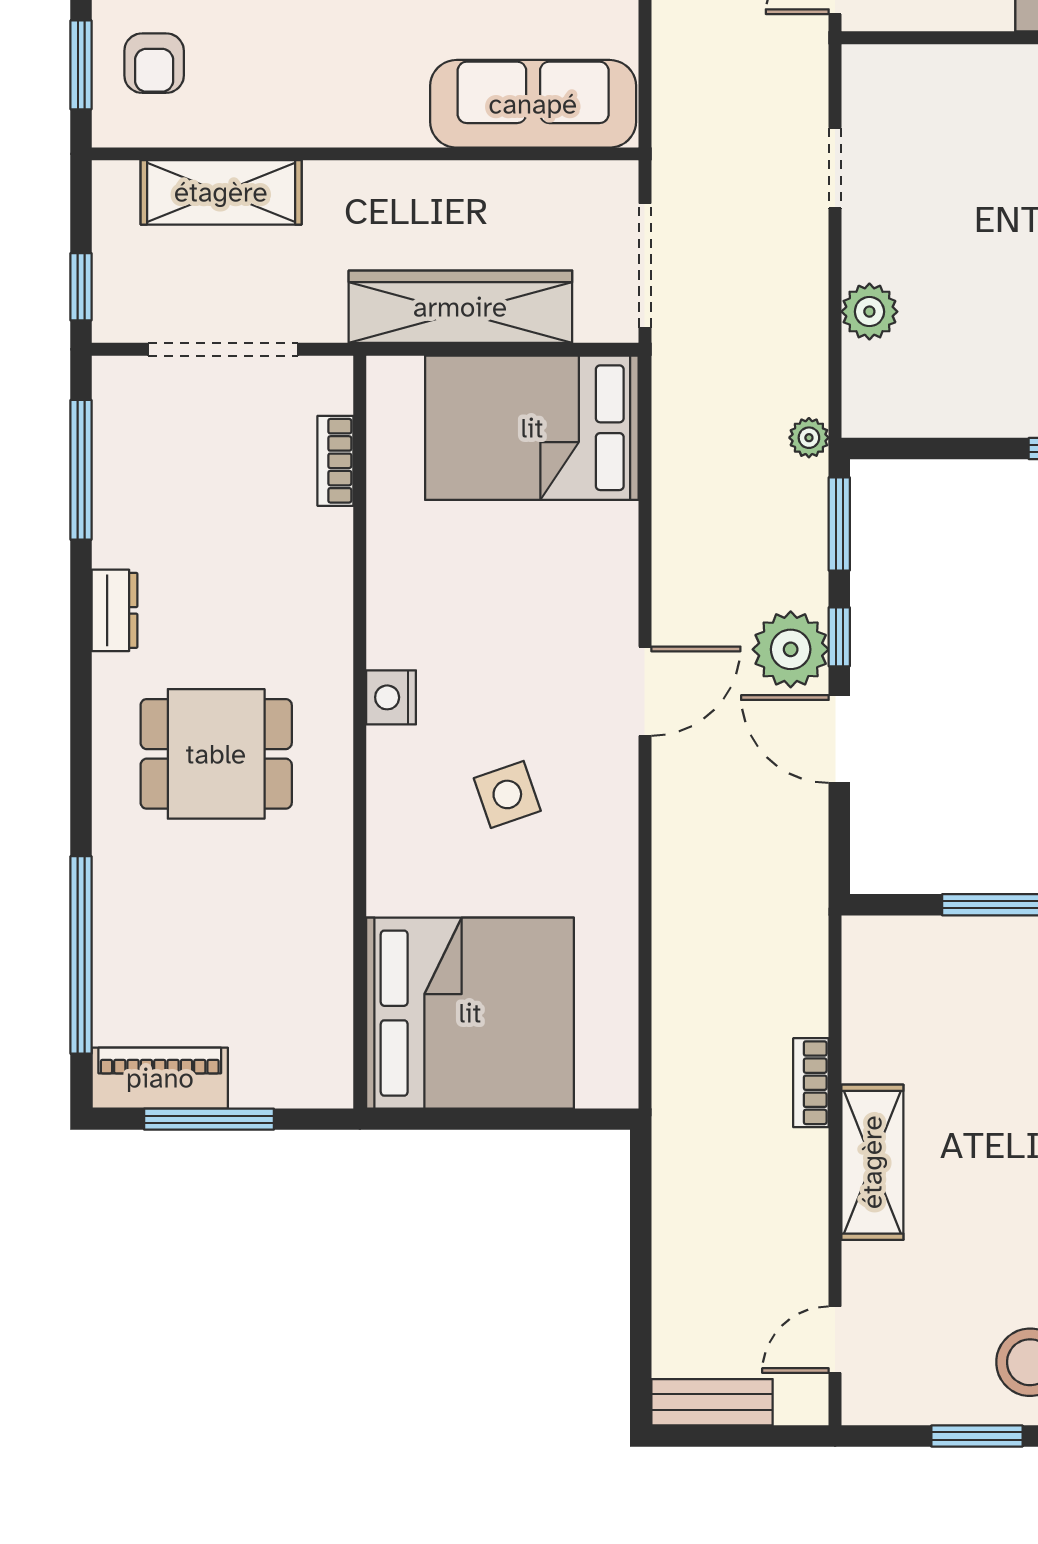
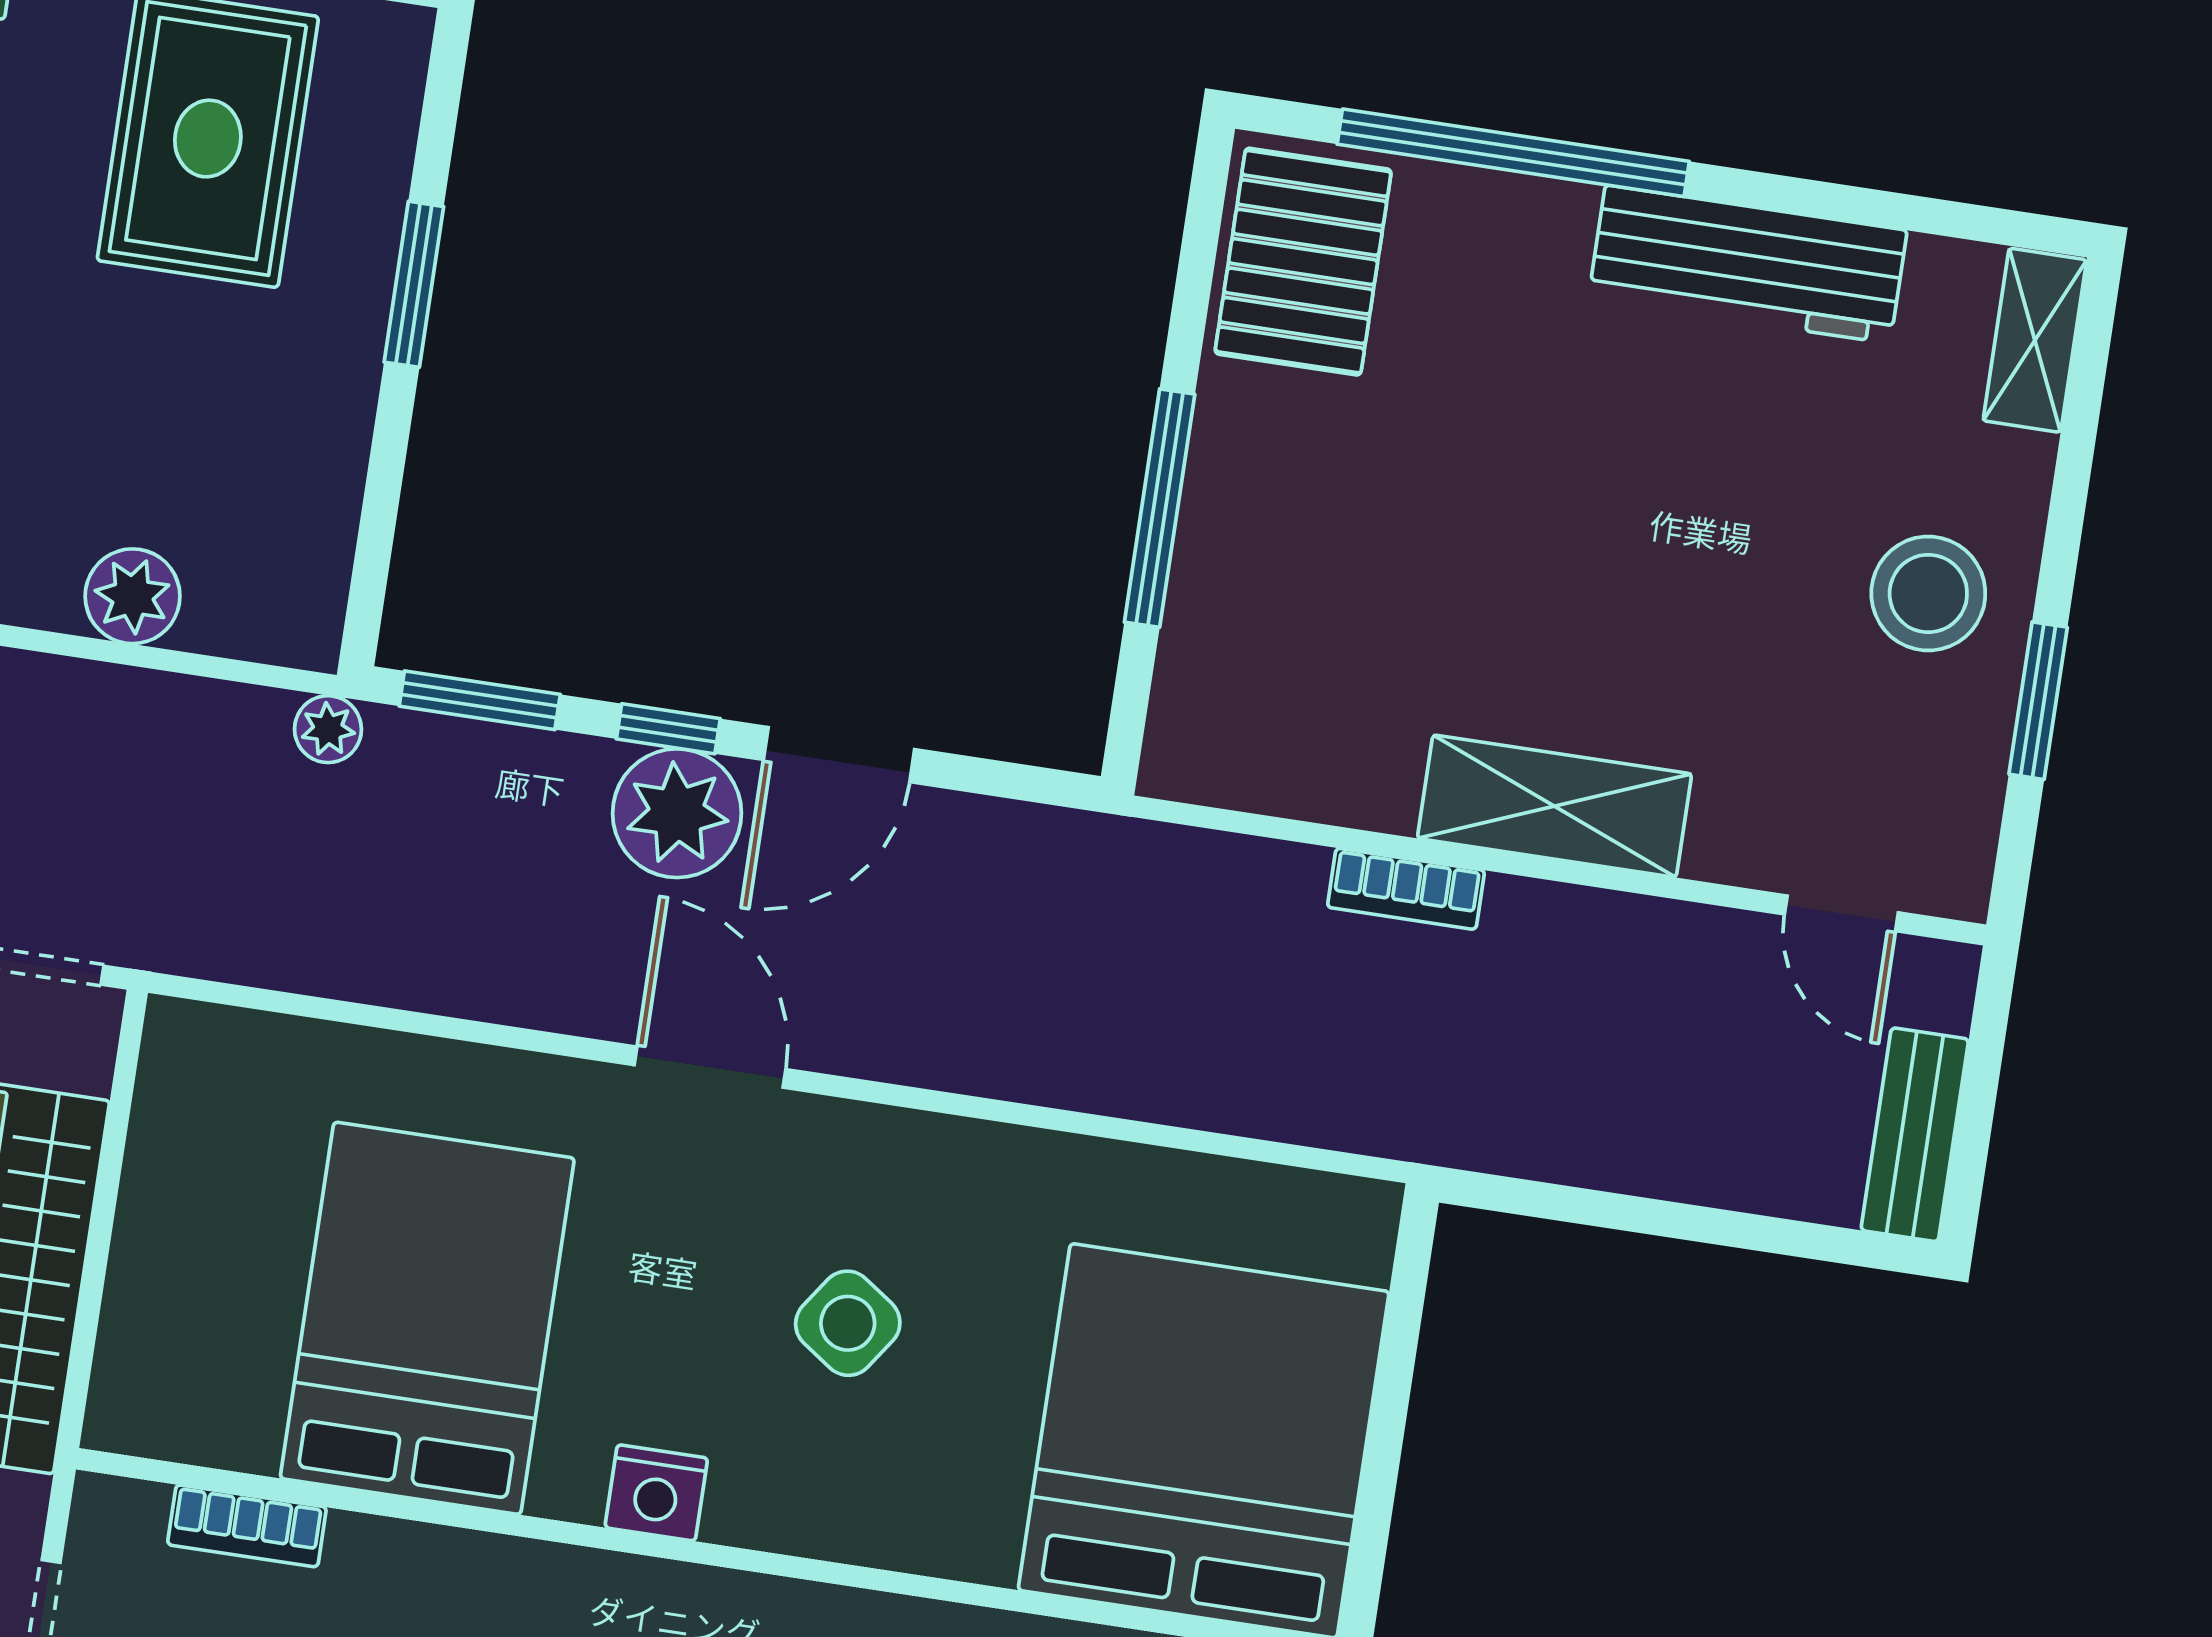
bed: (532, 428) -> (427, 1318), moved, turned 180
side table: (507, 794) -> (848, 1323), turned -36

